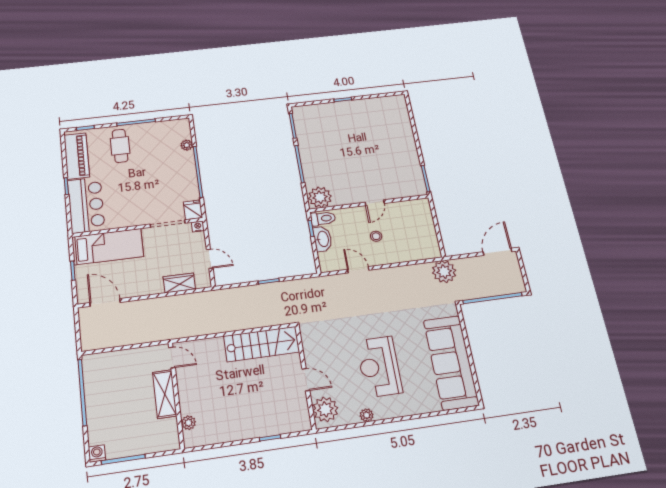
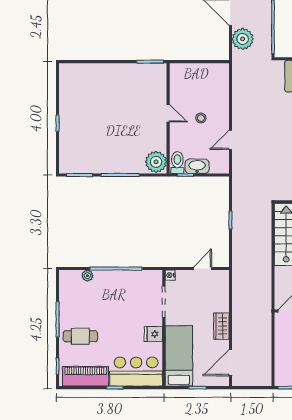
fridge: (193, 210) -> (153, 334), moved
plant: (444, 272) -> (243, 39), moved
wardrobe: (179, 283) -> (221, 326), moved

